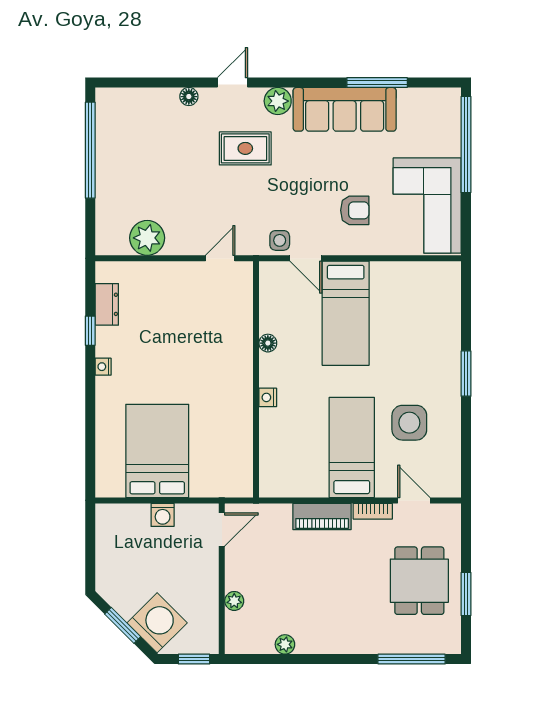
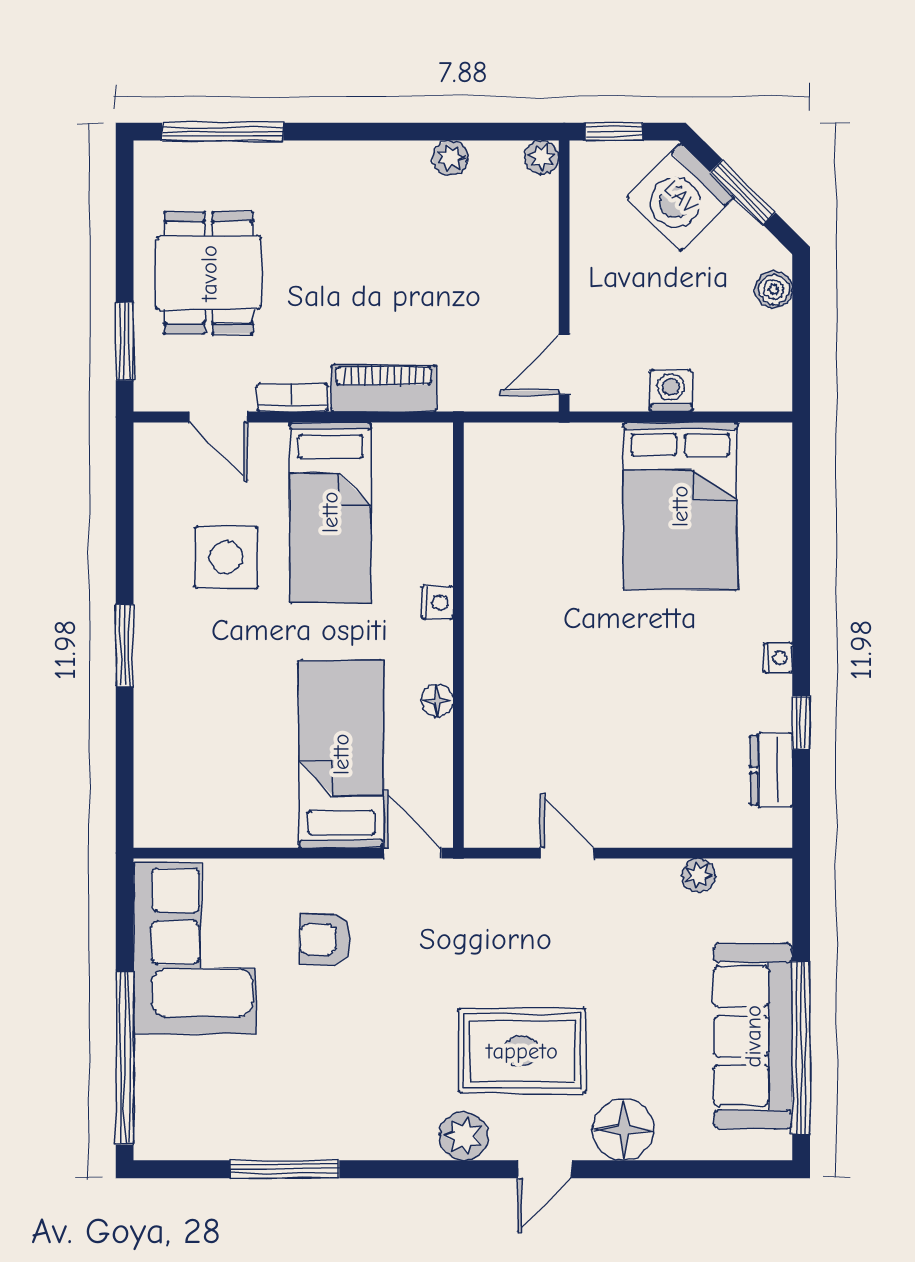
floor lamp: (189, 97) -> (624, 1130), width x1.89, depth x1.89
sofa: (345, 109) -> (753, 1036), moved, turned -90
rug: (245, 148) -> (522, 1051), width x1.36, depth x1.43
plant: (147, 238) -> (699, 875), width x0.53, depth x0.53
side table: (280, 240) -> (460, 885), removed
door: (220, 258) -> (567, 853), swing flipped
floor lamp: (268, 343) -> (437, 700), moved
wall: (256, 379) -> (458, 635), moved
nightstand: (268, 397) -> (437, 603), moved
boiler: (105, 571) -> (774, 290), added
window: (466, 594) -> (125, 341), moved
plant: (234, 601) -> (542, 157), moved

